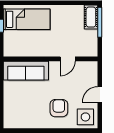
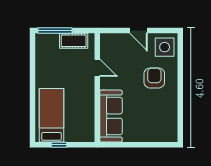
cot: (91, 17) -> (74, 41), moved
armchair: (59, 108) -> (154, 78), turned 90

